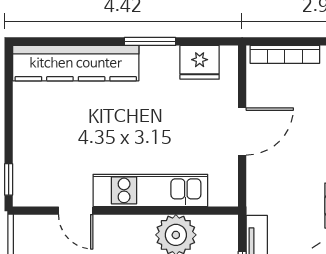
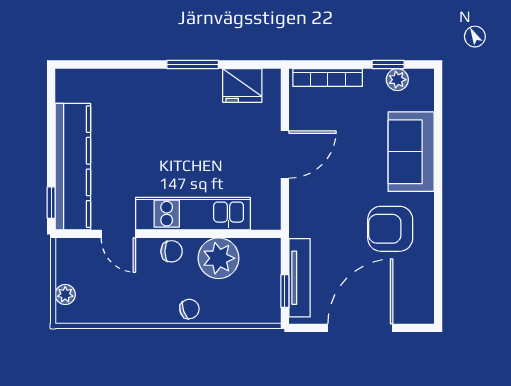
kitchen counter: (76, 63) -> (73, 167), moved, turned -90
chair: (129, 228) -> (172, 251), added

